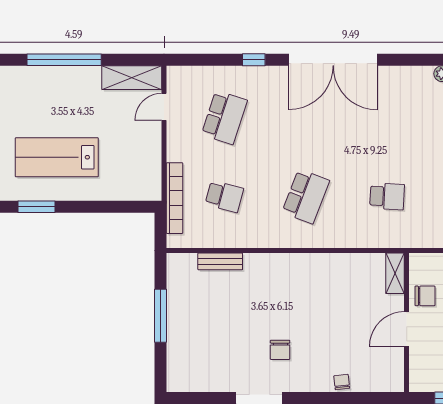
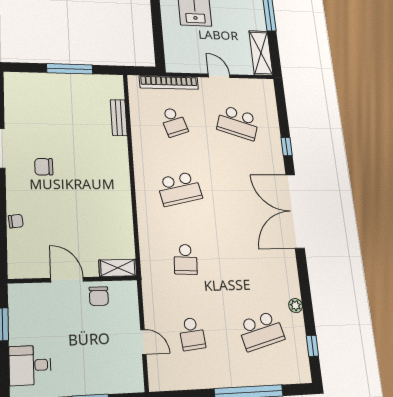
door: (164, 107) -> (219, 76), moved
school desk: (224, 196) -> (174, 122), turned -33
school desk: (306, 196) -> (179, 189), turned -33

